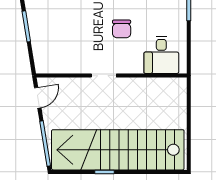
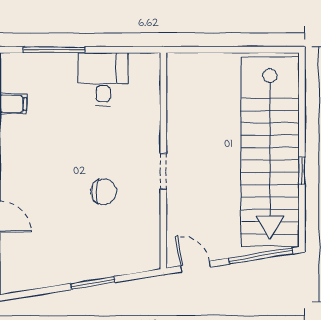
chair: (122, 29) -> (104, 192), moved
desk: (161, 55) -> (103, 79), moved, turned -90

